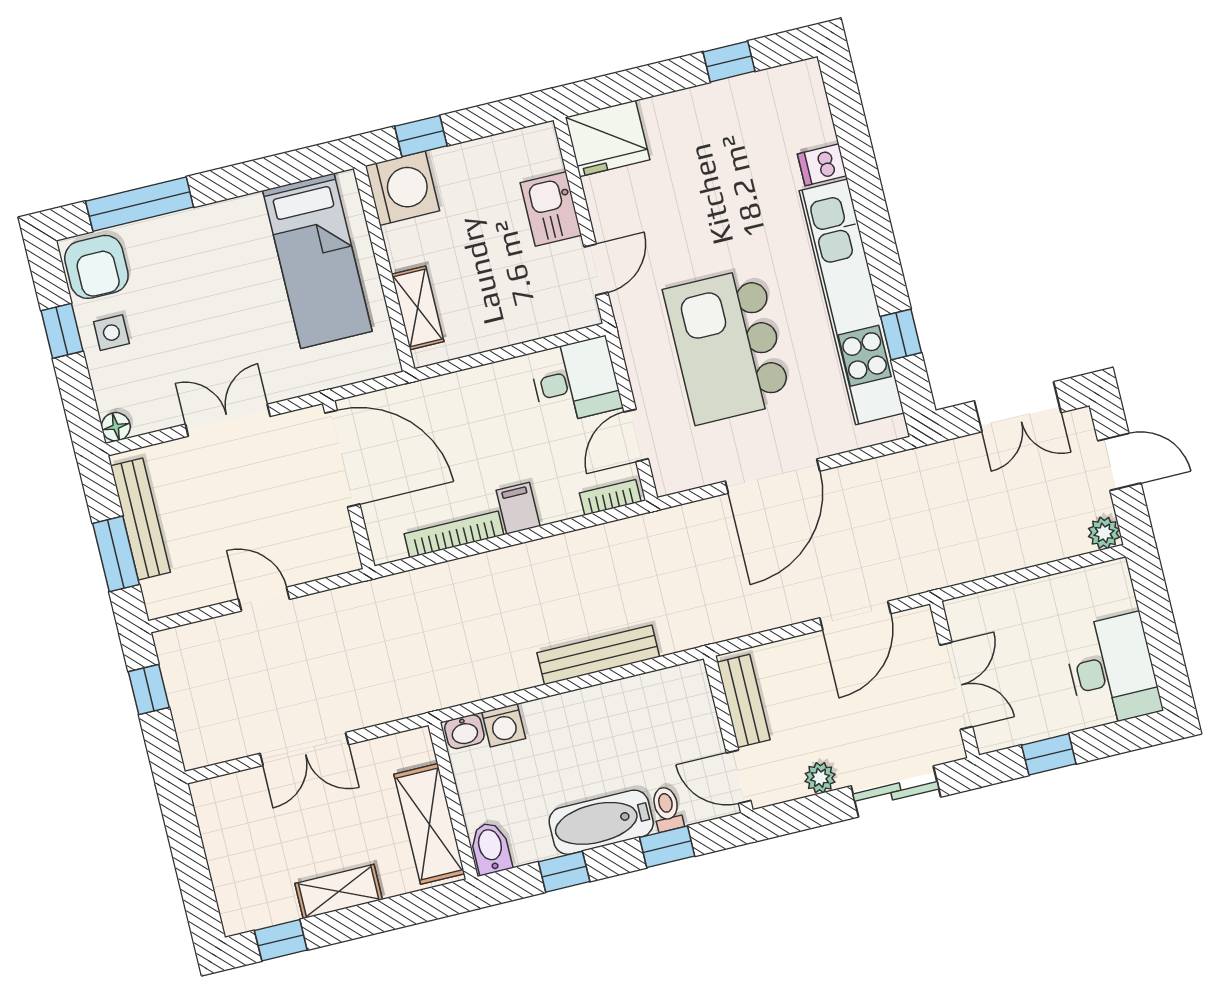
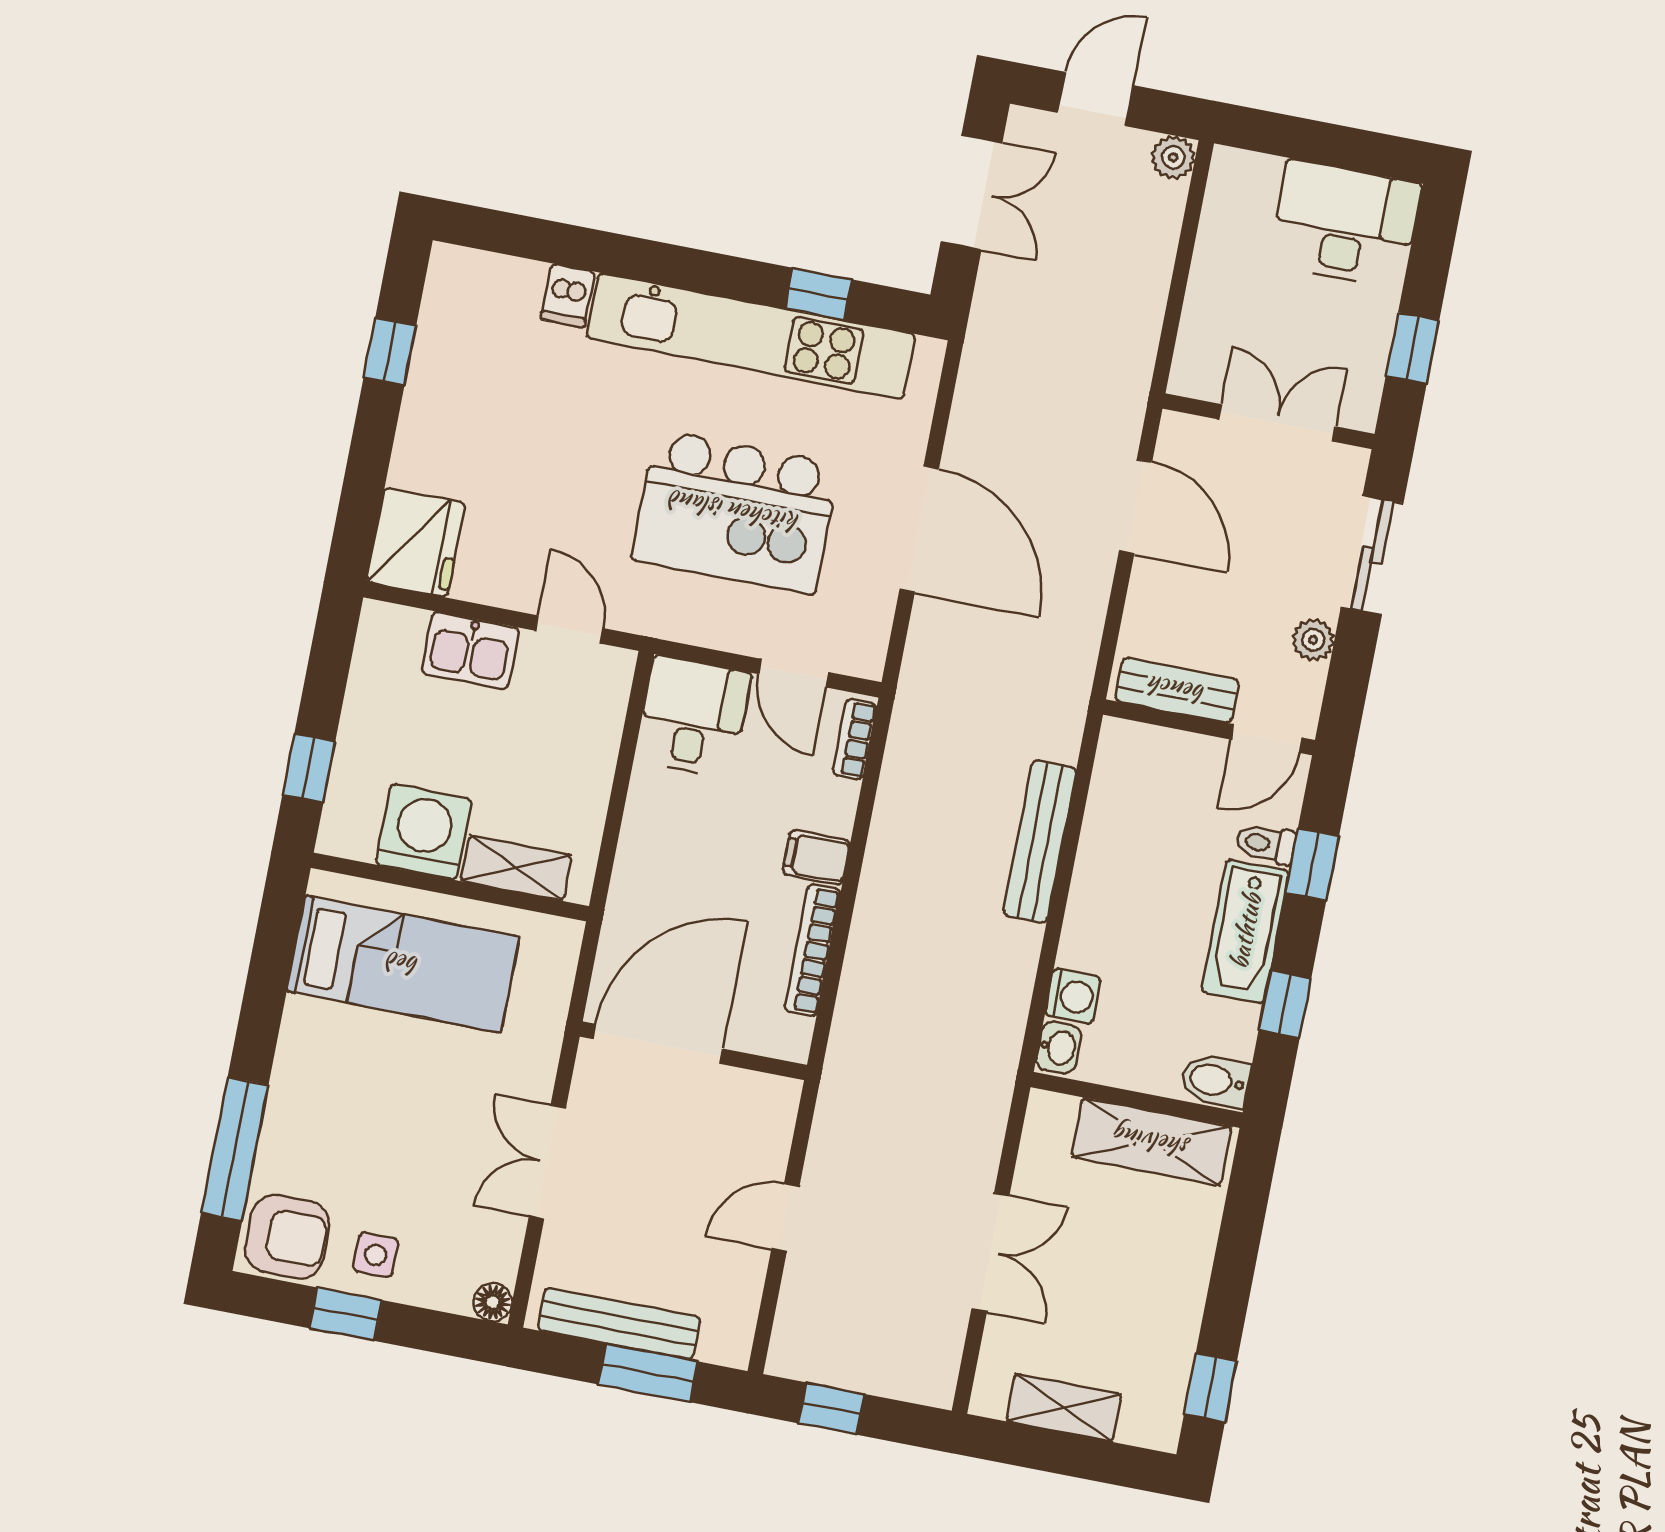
washing machine: (402, 188) -> (424, 832), moved
shelving: (339, 892) -> (1064, 1408), moved, turned 90

